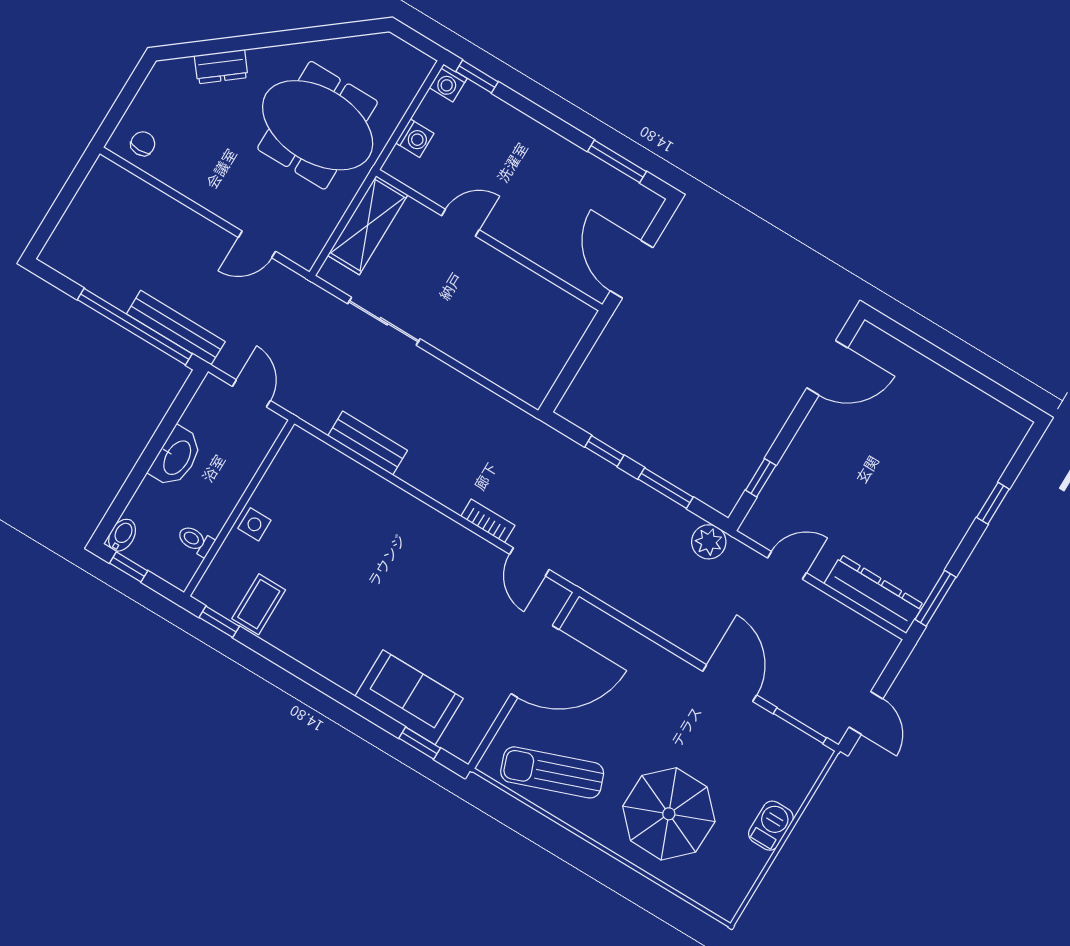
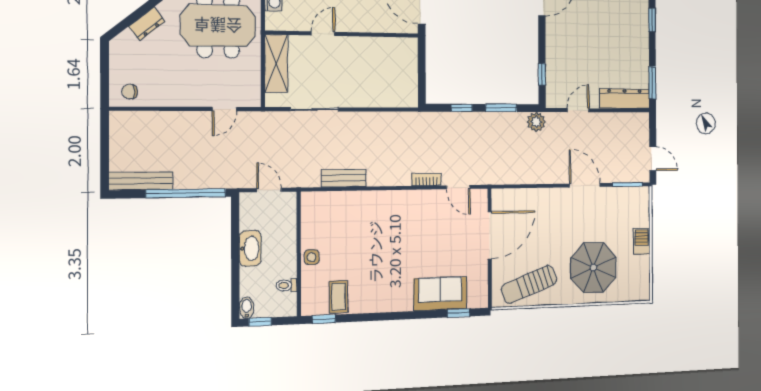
chair: (143, 144) -> (130, 91), turned -90
bench: (176, 328) -> (141, 181), moved

